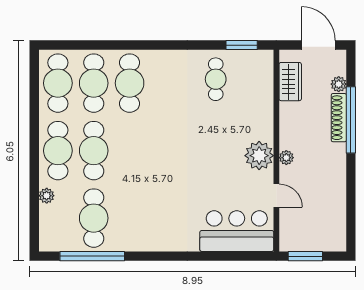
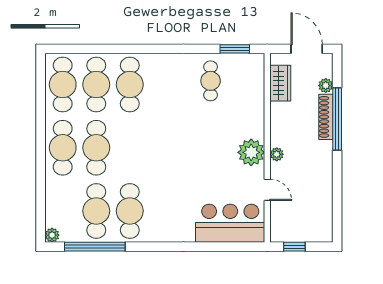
plant: (47, 196) -> (52, 235), moved
cafe table: (130, 218) -> (130, 211), added
window: (305, 256) -> (294, 247), width x0.67

